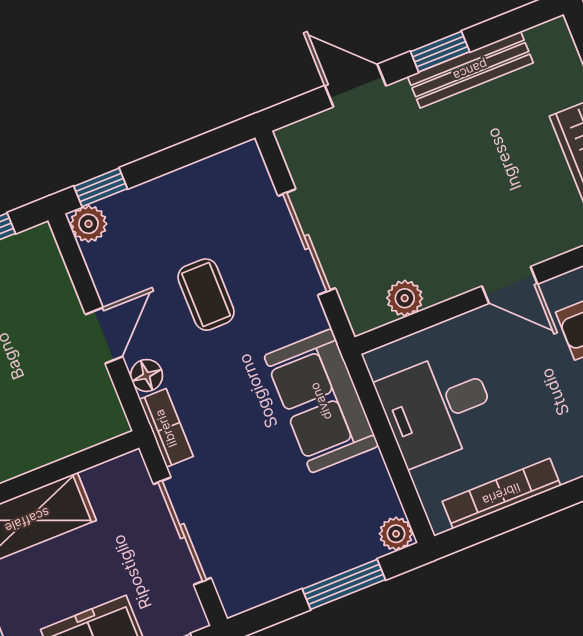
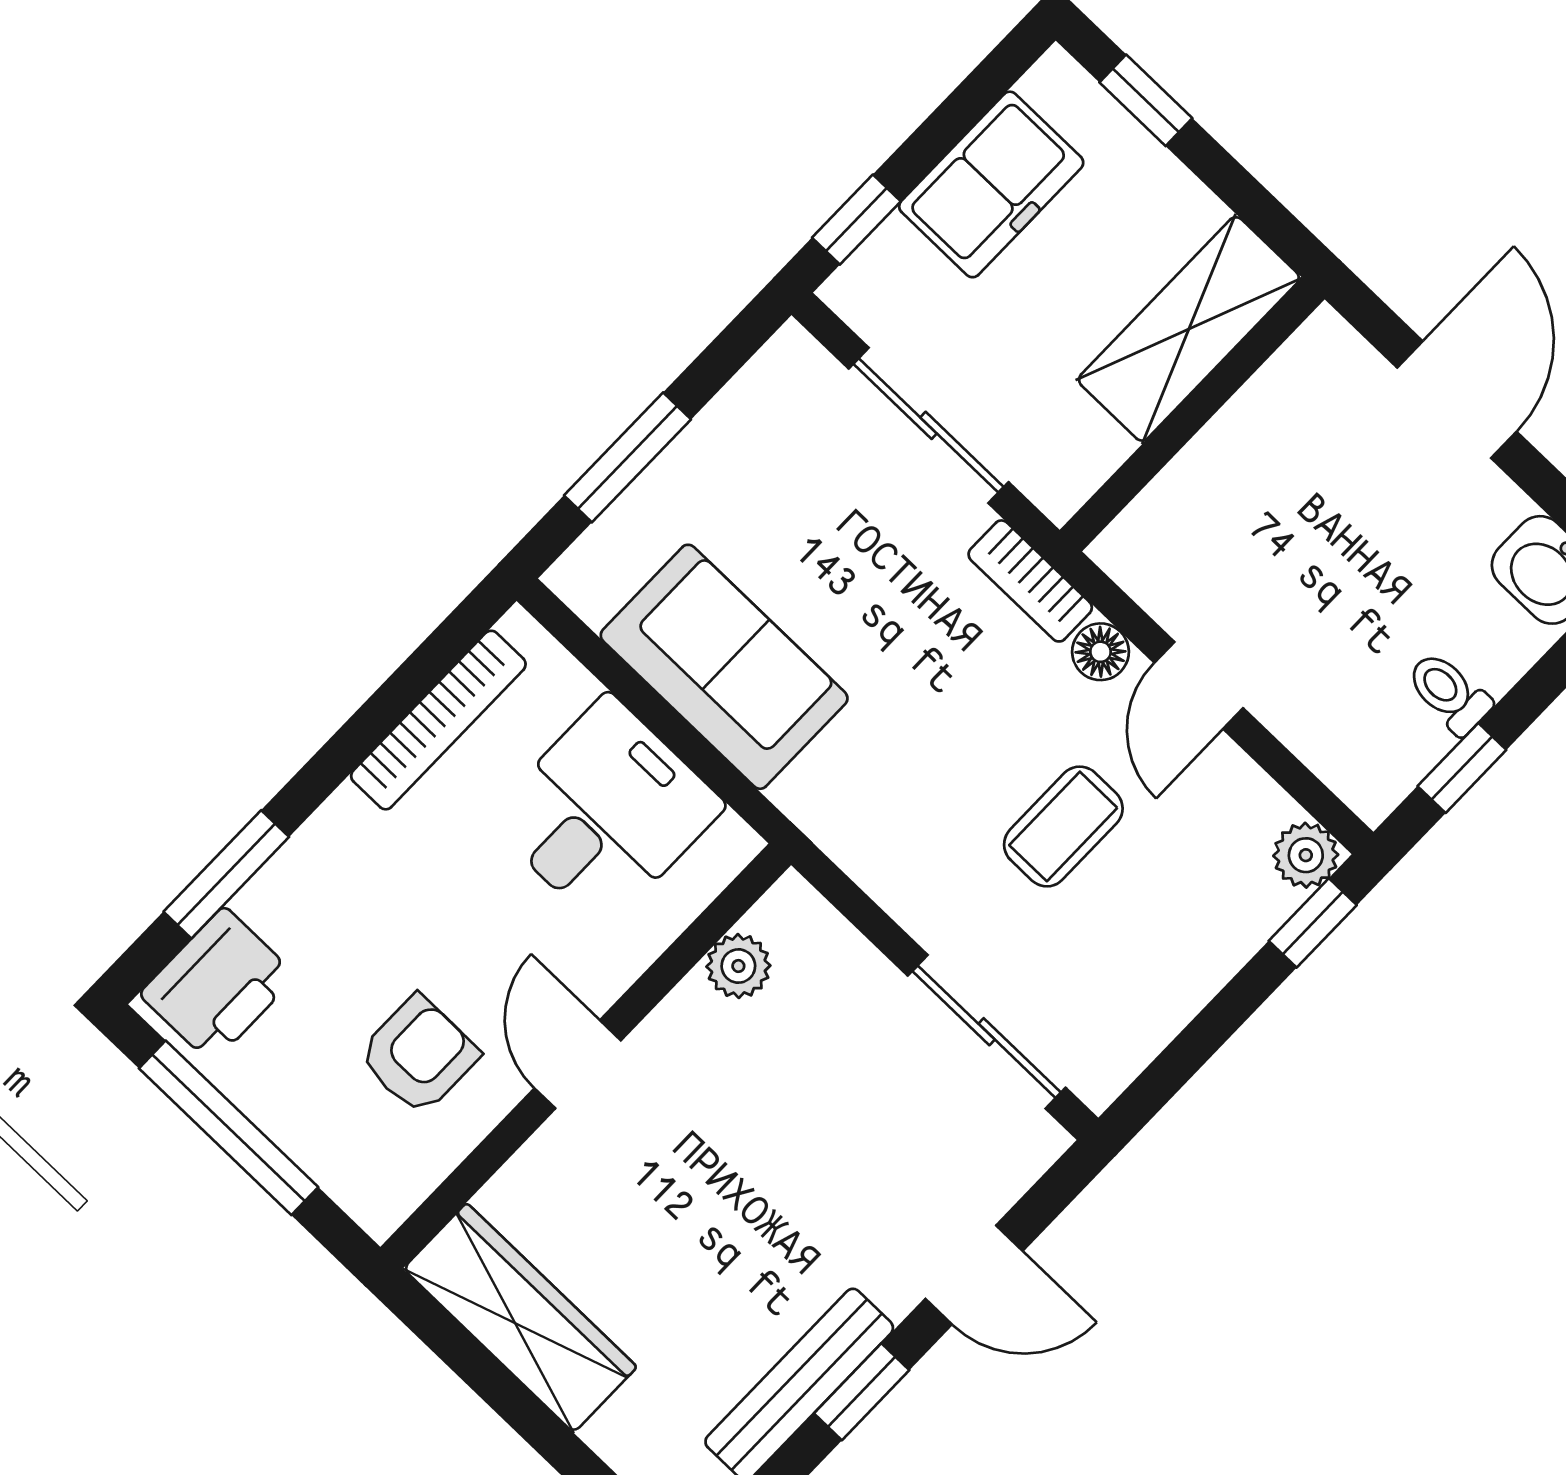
sliding door: (307, 242) -> (987, 1032), moved
door: (510, 285) -> (578, 1064), hinge flipped
coffee table: (206, 295) -> (1063, 826), turned 90
sofa: (321, 401) -> (724, 667), moved
plant: (396, 534) -> (580, 578), removed

